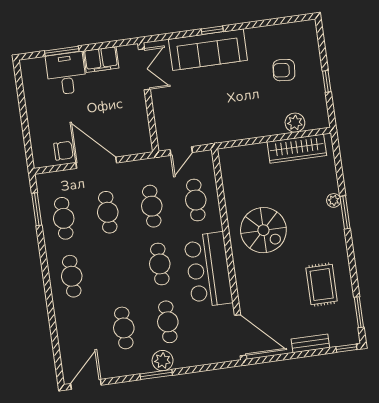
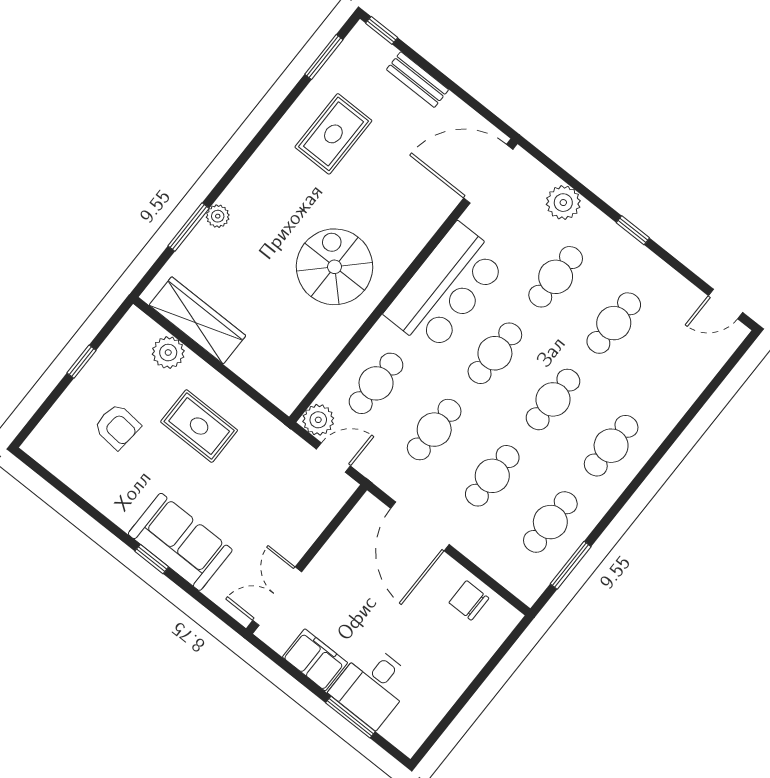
sofa: (208, 50) -> (180, 542), width x0.73
rug: (250, 106) -> (199, 426), added
plant: (204, 160) -> (318, 420), added
door: (96, 163) -> (420, 526), moved
window: (345, 212) -> (188, 227), moved
cafe table: (116, 270) -> (553, 399), added
door: (240, 335) -> (488, 174), hinge flipped
plant: (163, 361) -> (563, 203), moved
window: (156, 375) -> (633, 230), width x0.67
door: (86, 384) -> (726, 304), width x0.73

